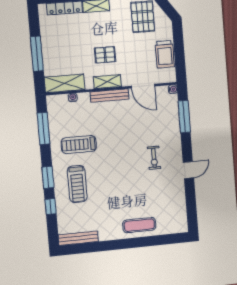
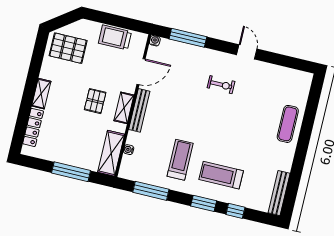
trolley: (165, 54) -> (115, 37), turned 180
treadmill: (79, 145) -> (180, 160), turned 180
treadmill: (77, 184) -> (221, 175), turned 180

